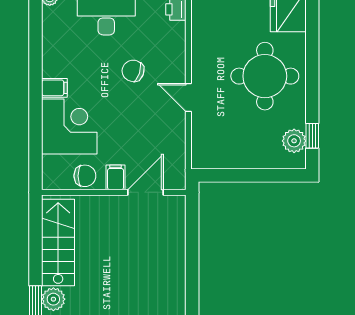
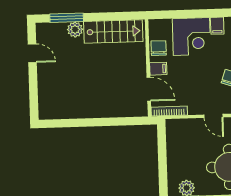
door: (188, 97) -> (213, 116), swing flipped
bookcase: (179, 163) -> (169, 111), added
chair: (85, 176) -> (159, 48), turned 180

